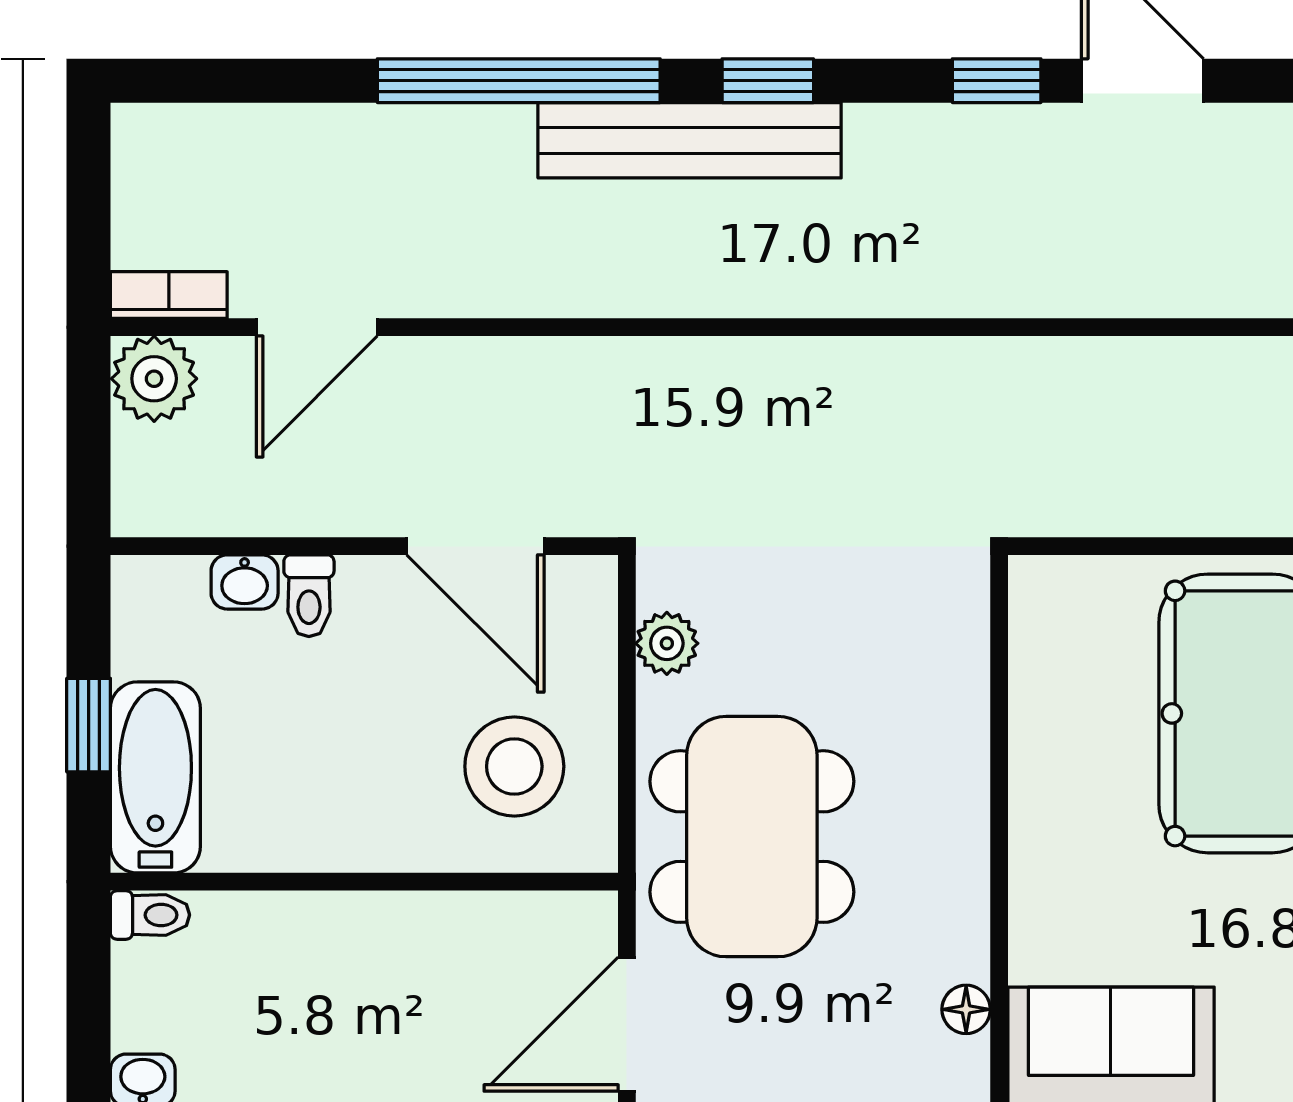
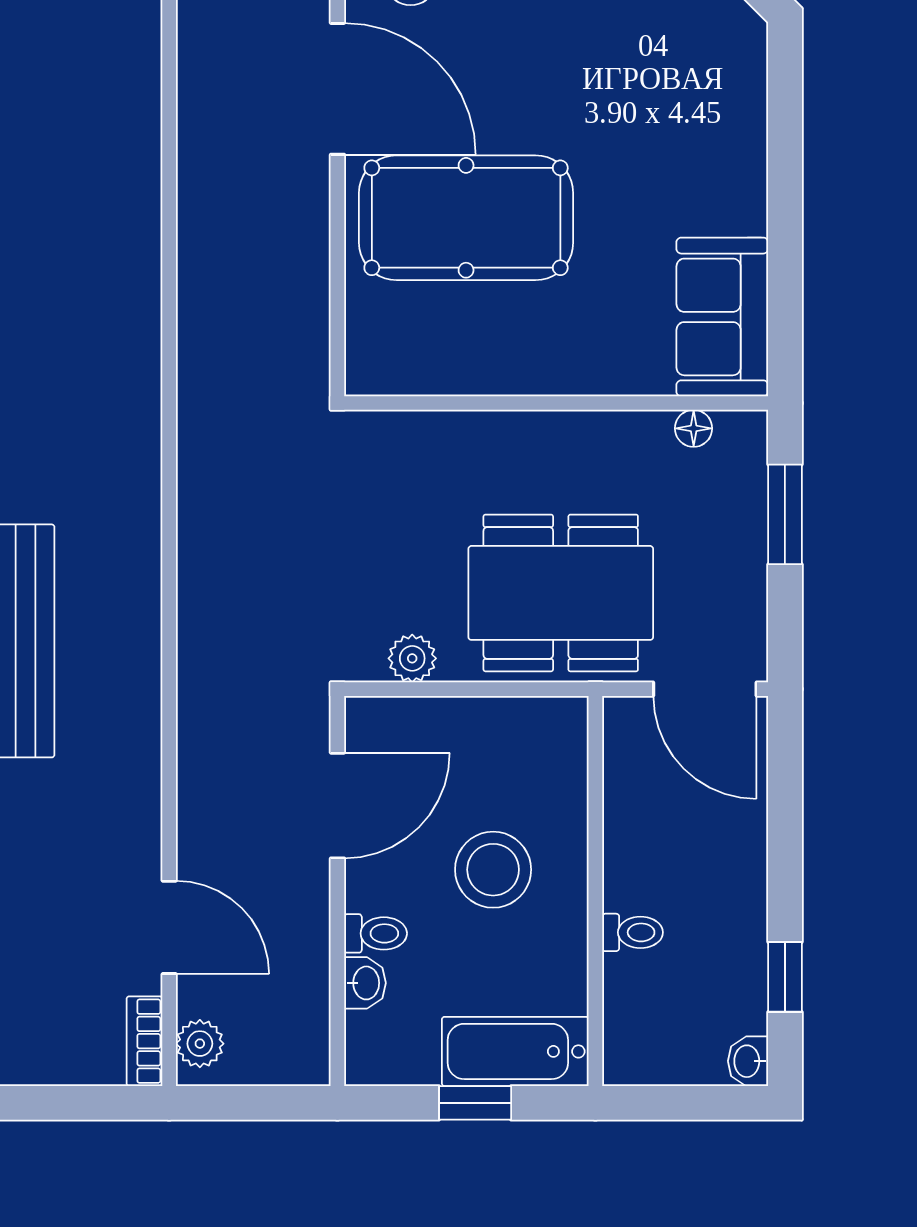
plant: (154, 379) -> (200, 1044), width x0.73, depth x0.73
stool: (514, 766) -> (493, 870), moved
toilet: (150, 915) -> (633, 932), moved, turned 90

